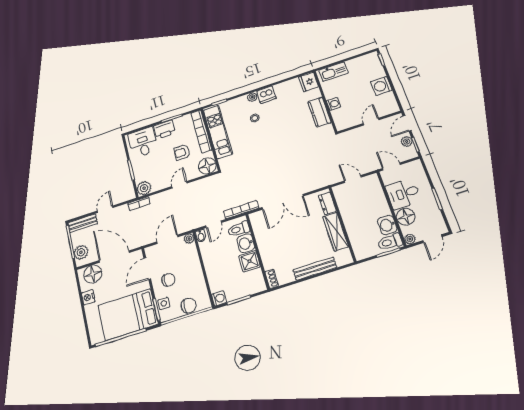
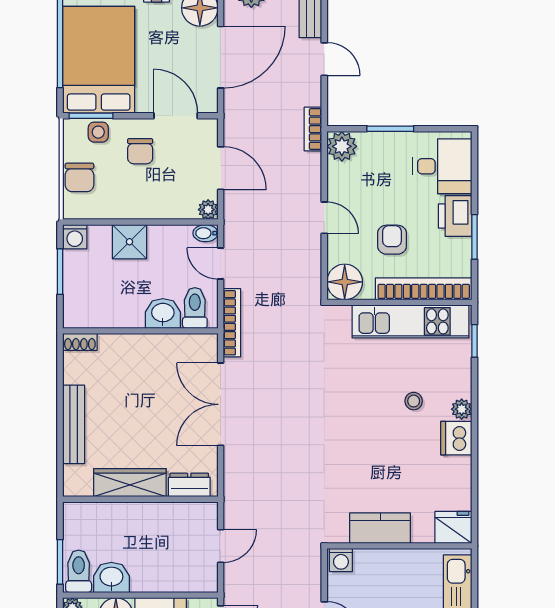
washing machine: (334, 104) -> (341, 560), moved
shower: (250, 261) -> (129, 242), moved

